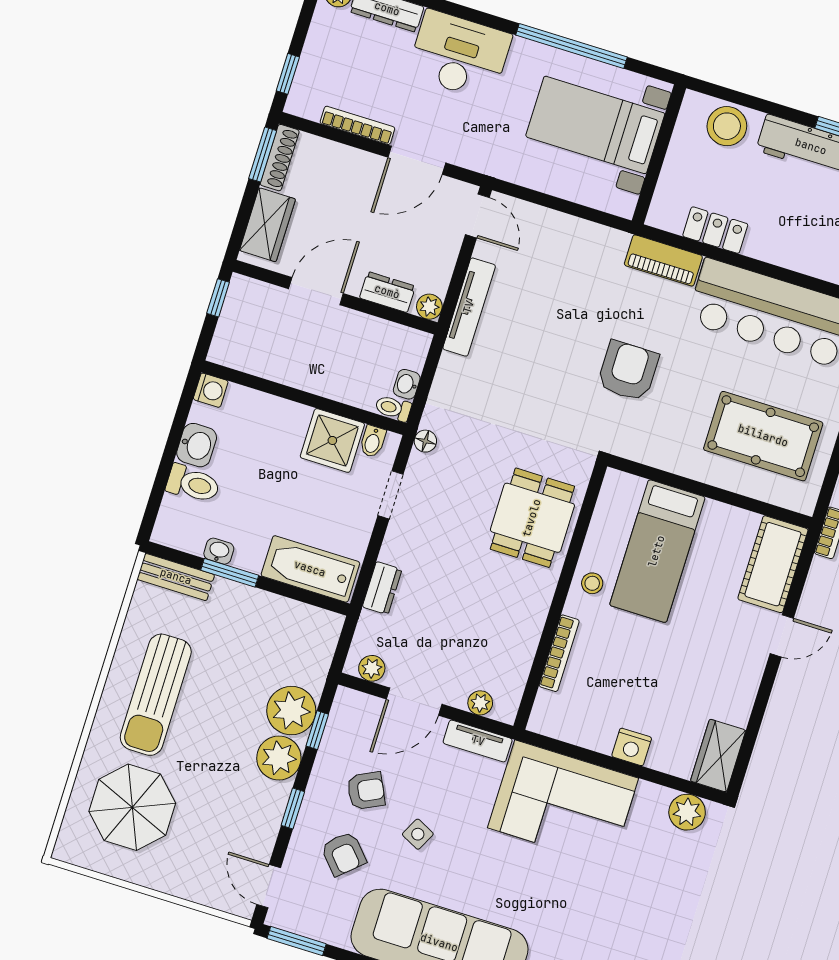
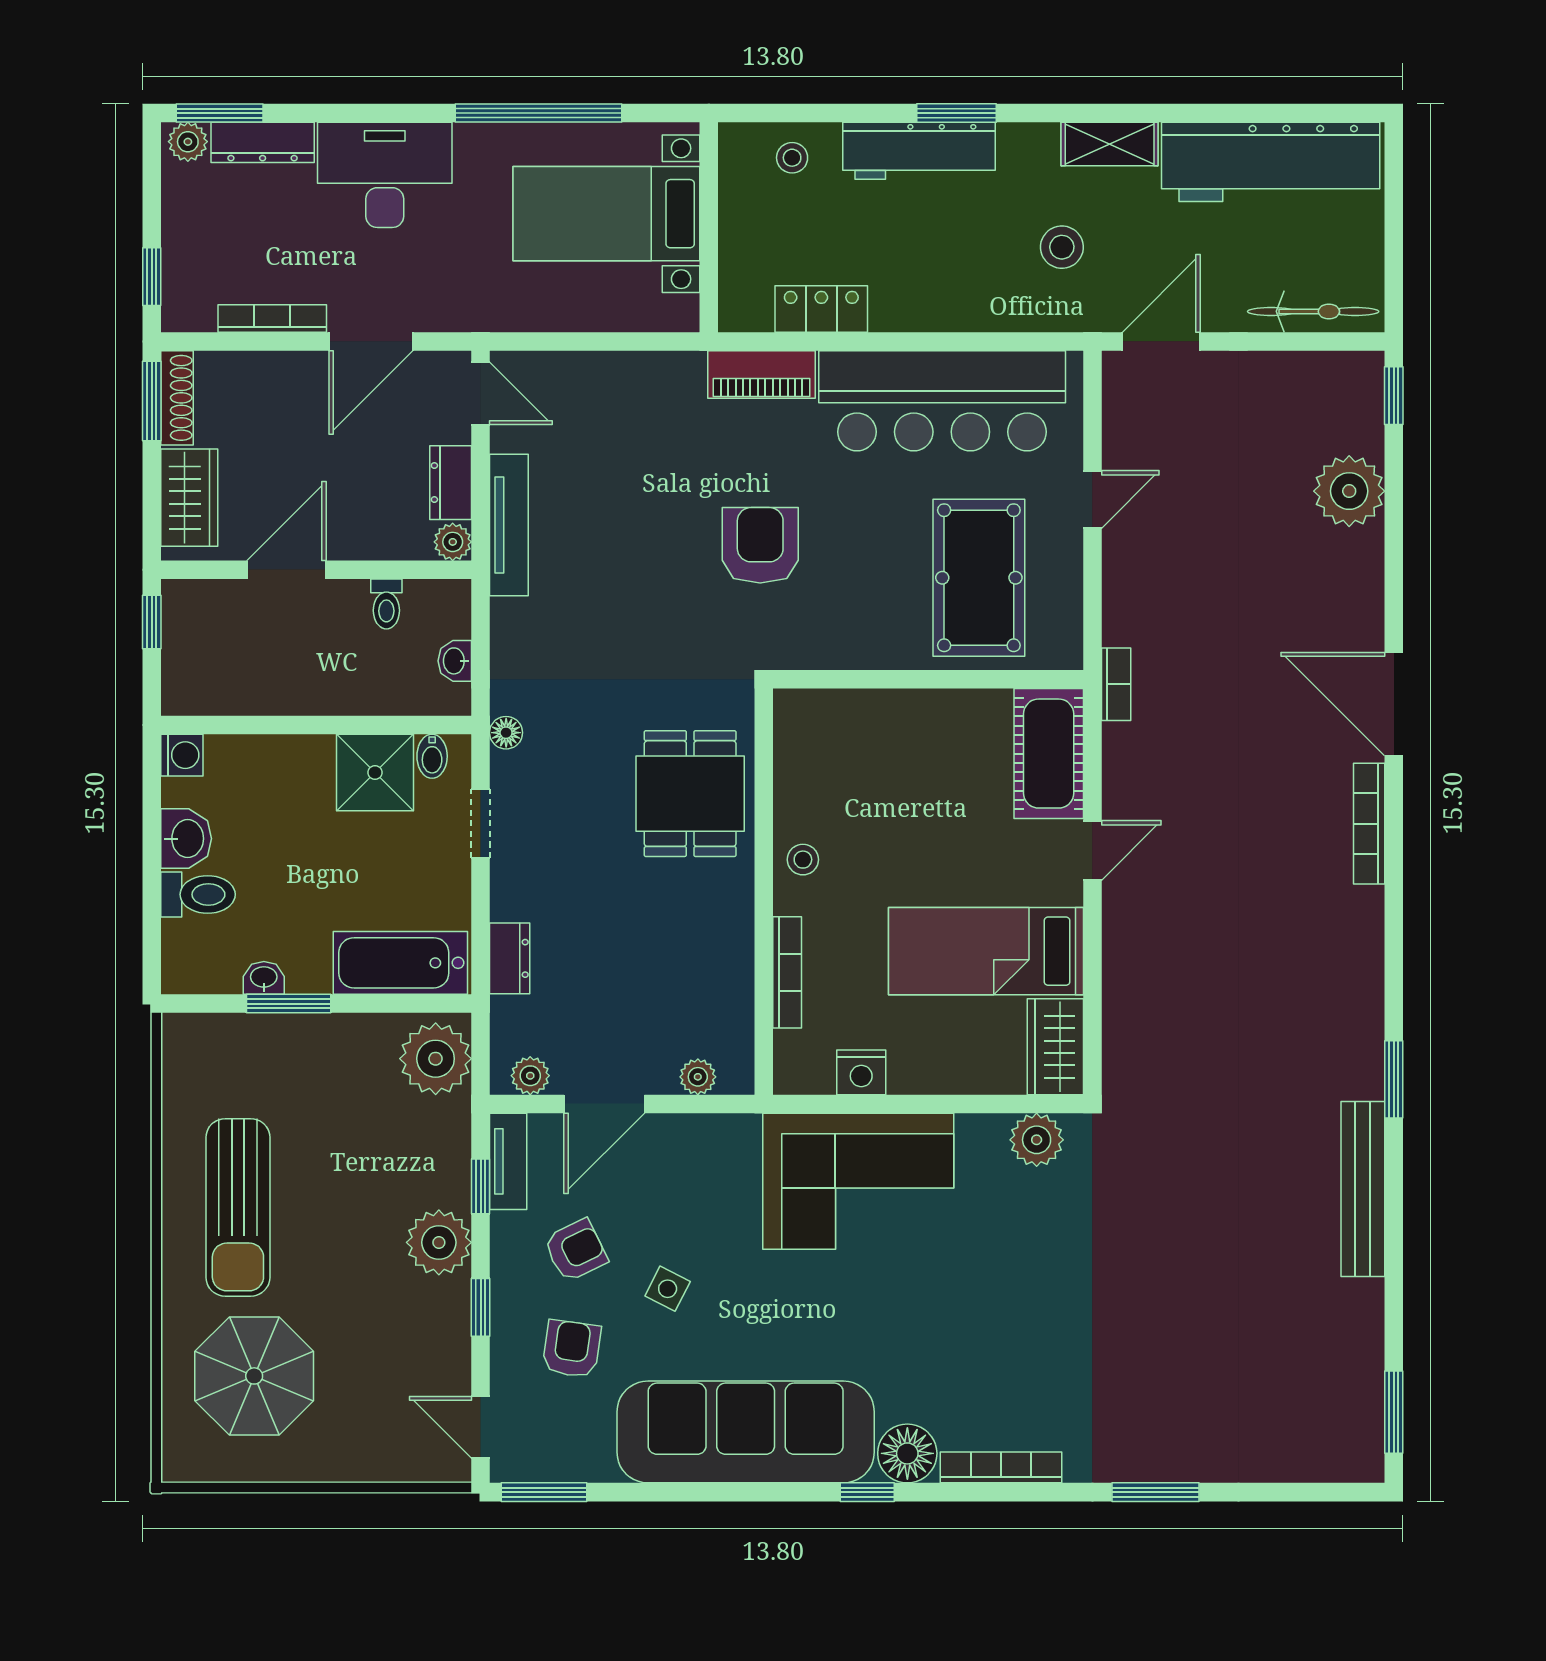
stool: (727, 126) -> (792, 158), width x0.53, depth x0.53
dresser: (387, 292) -> (451, 483), moved, turned -90
toilet: (393, 408) -> (386, 604), moved, turned -90
pool table: (763, 436) -> (979, 578), turned 90
bed: (657, 551) -> (986, 951), moved, turned 90
bench: (176, 577) -> (215, 1033), removed
plant: (291, 711) -> (436, 1059), moved
tv unit: (478, 741) -> (508, 1161), moved, turned -90
nightstand: (632, 747) -> (861, 1072), moved
armchair: (343, 854) -> (572, 1349), turned -130

